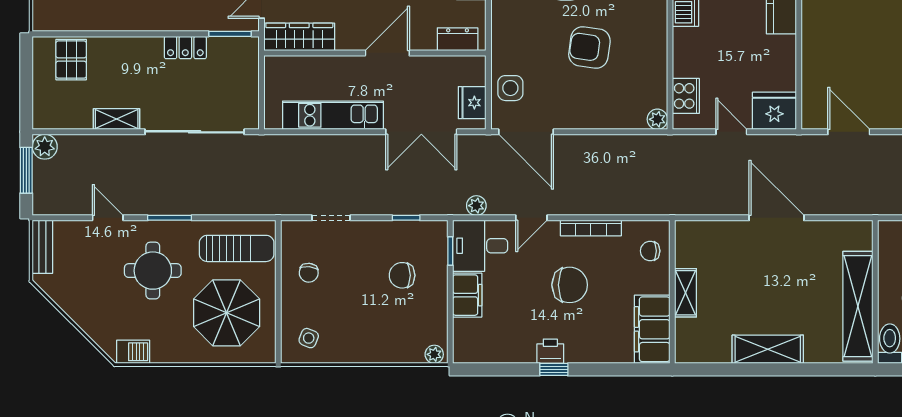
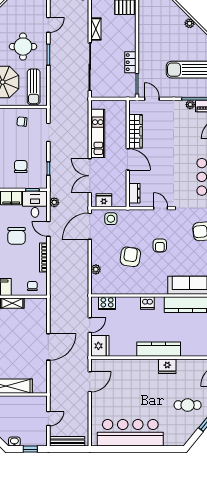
wardrobe: (299, 37) -> (135, 131), moved
plant: (657, 119) -> (96, 269), moved
chair: (570, 285) -> (17, 236), moved

